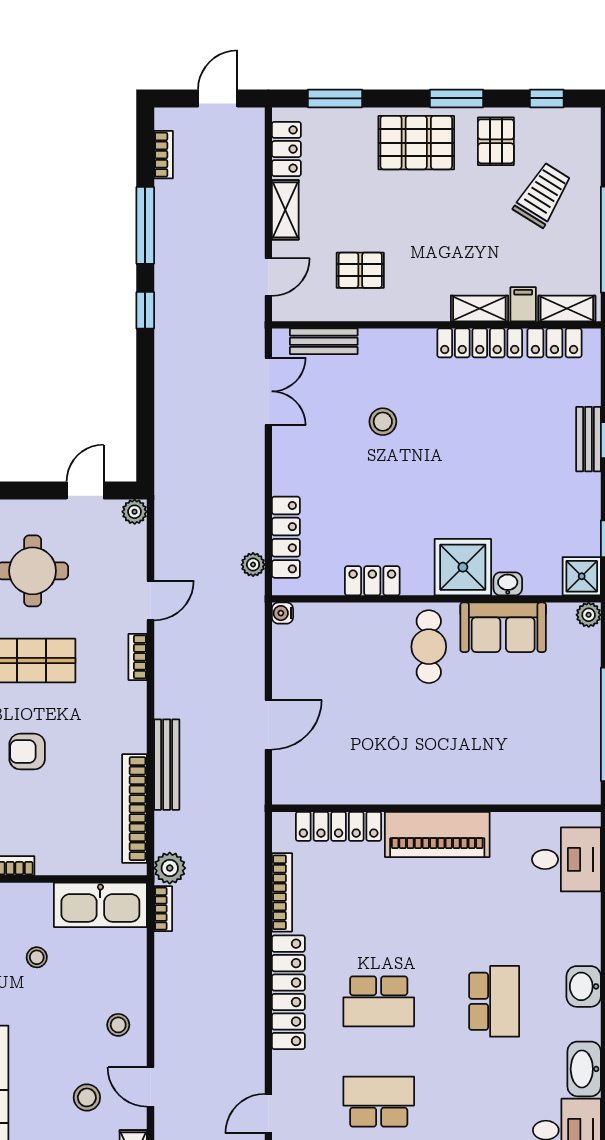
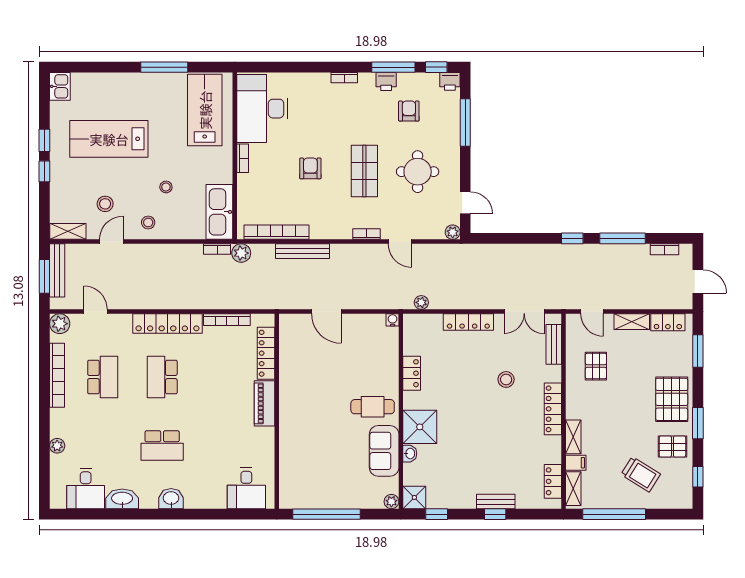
locker: (480, 343) -> (553, 409), moved
locker: (286, 537) -> (468, 322), moved
piano: (437, 835) -> (264, 403), width x0.73, depth x0.75
stool: (37, 957) -> (166, 187), moved

